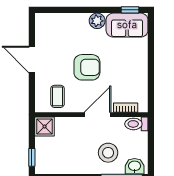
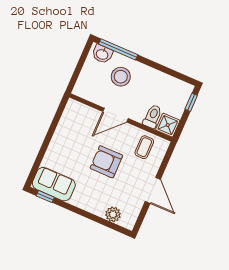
plant: (97, 21) -> (113, 214), moved
bookcase: (126, 108) -> (87, 110), removed
toilet: (136, 124) -> (153, 116), moved, turned -90

